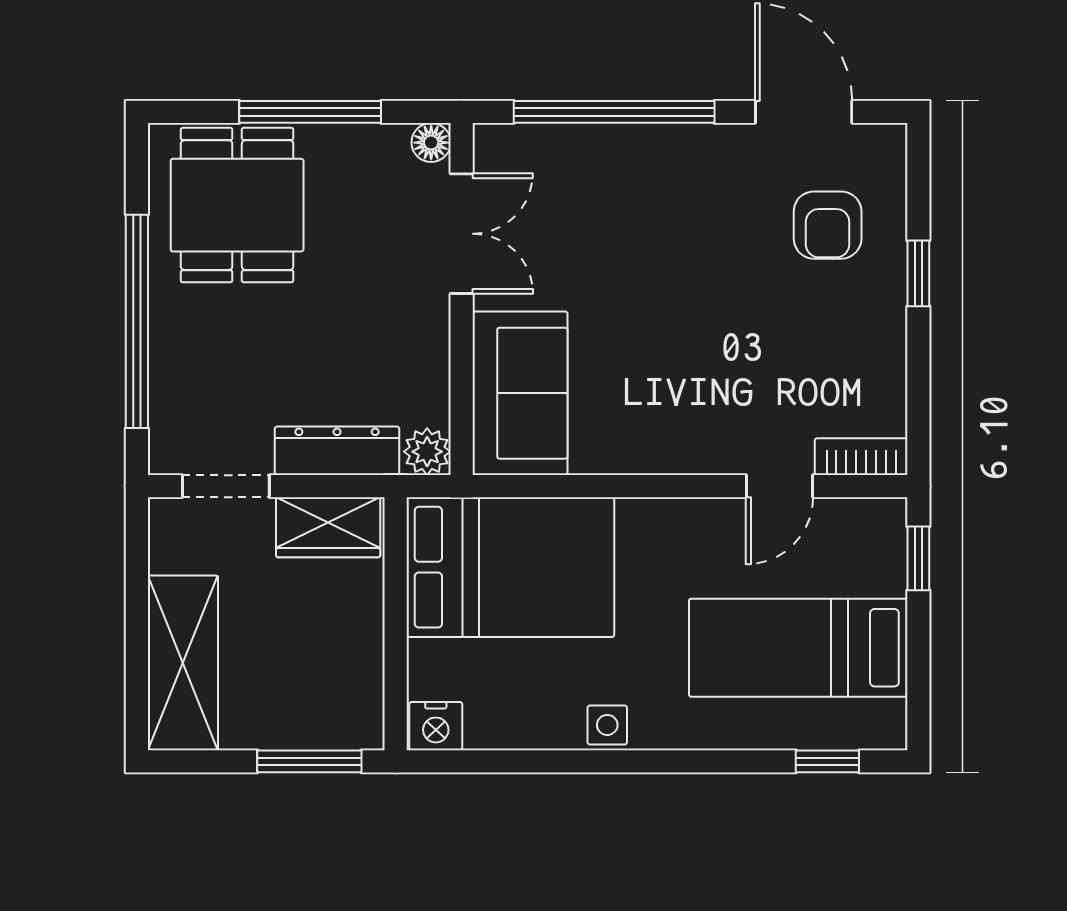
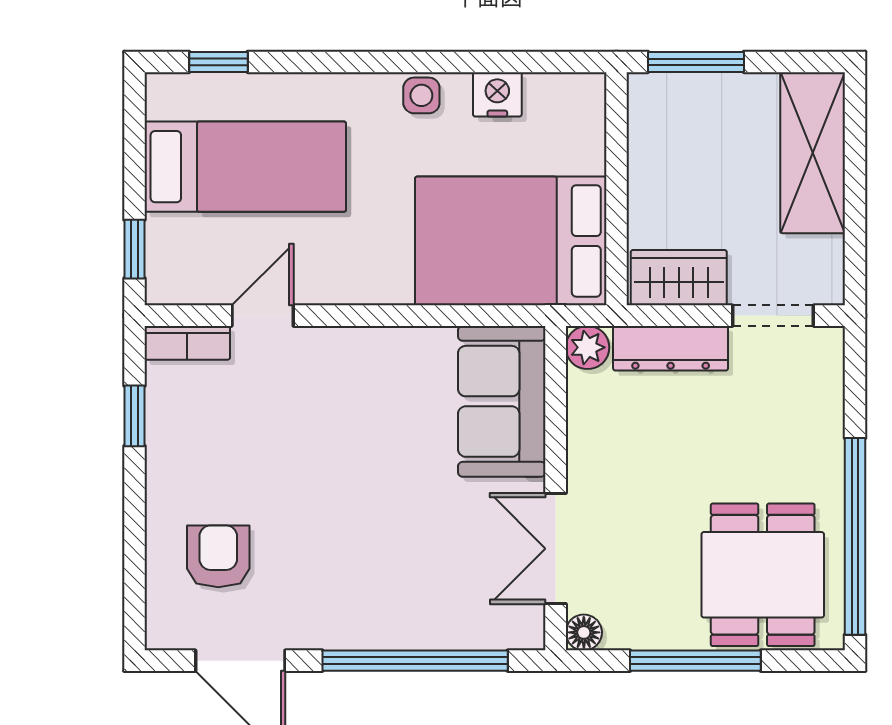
window: (918, 273) -> (135, 416), moved
window: (137, 321) -> (855, 536), moved
nightstand: (436, 726) -> (497, 94), moved

